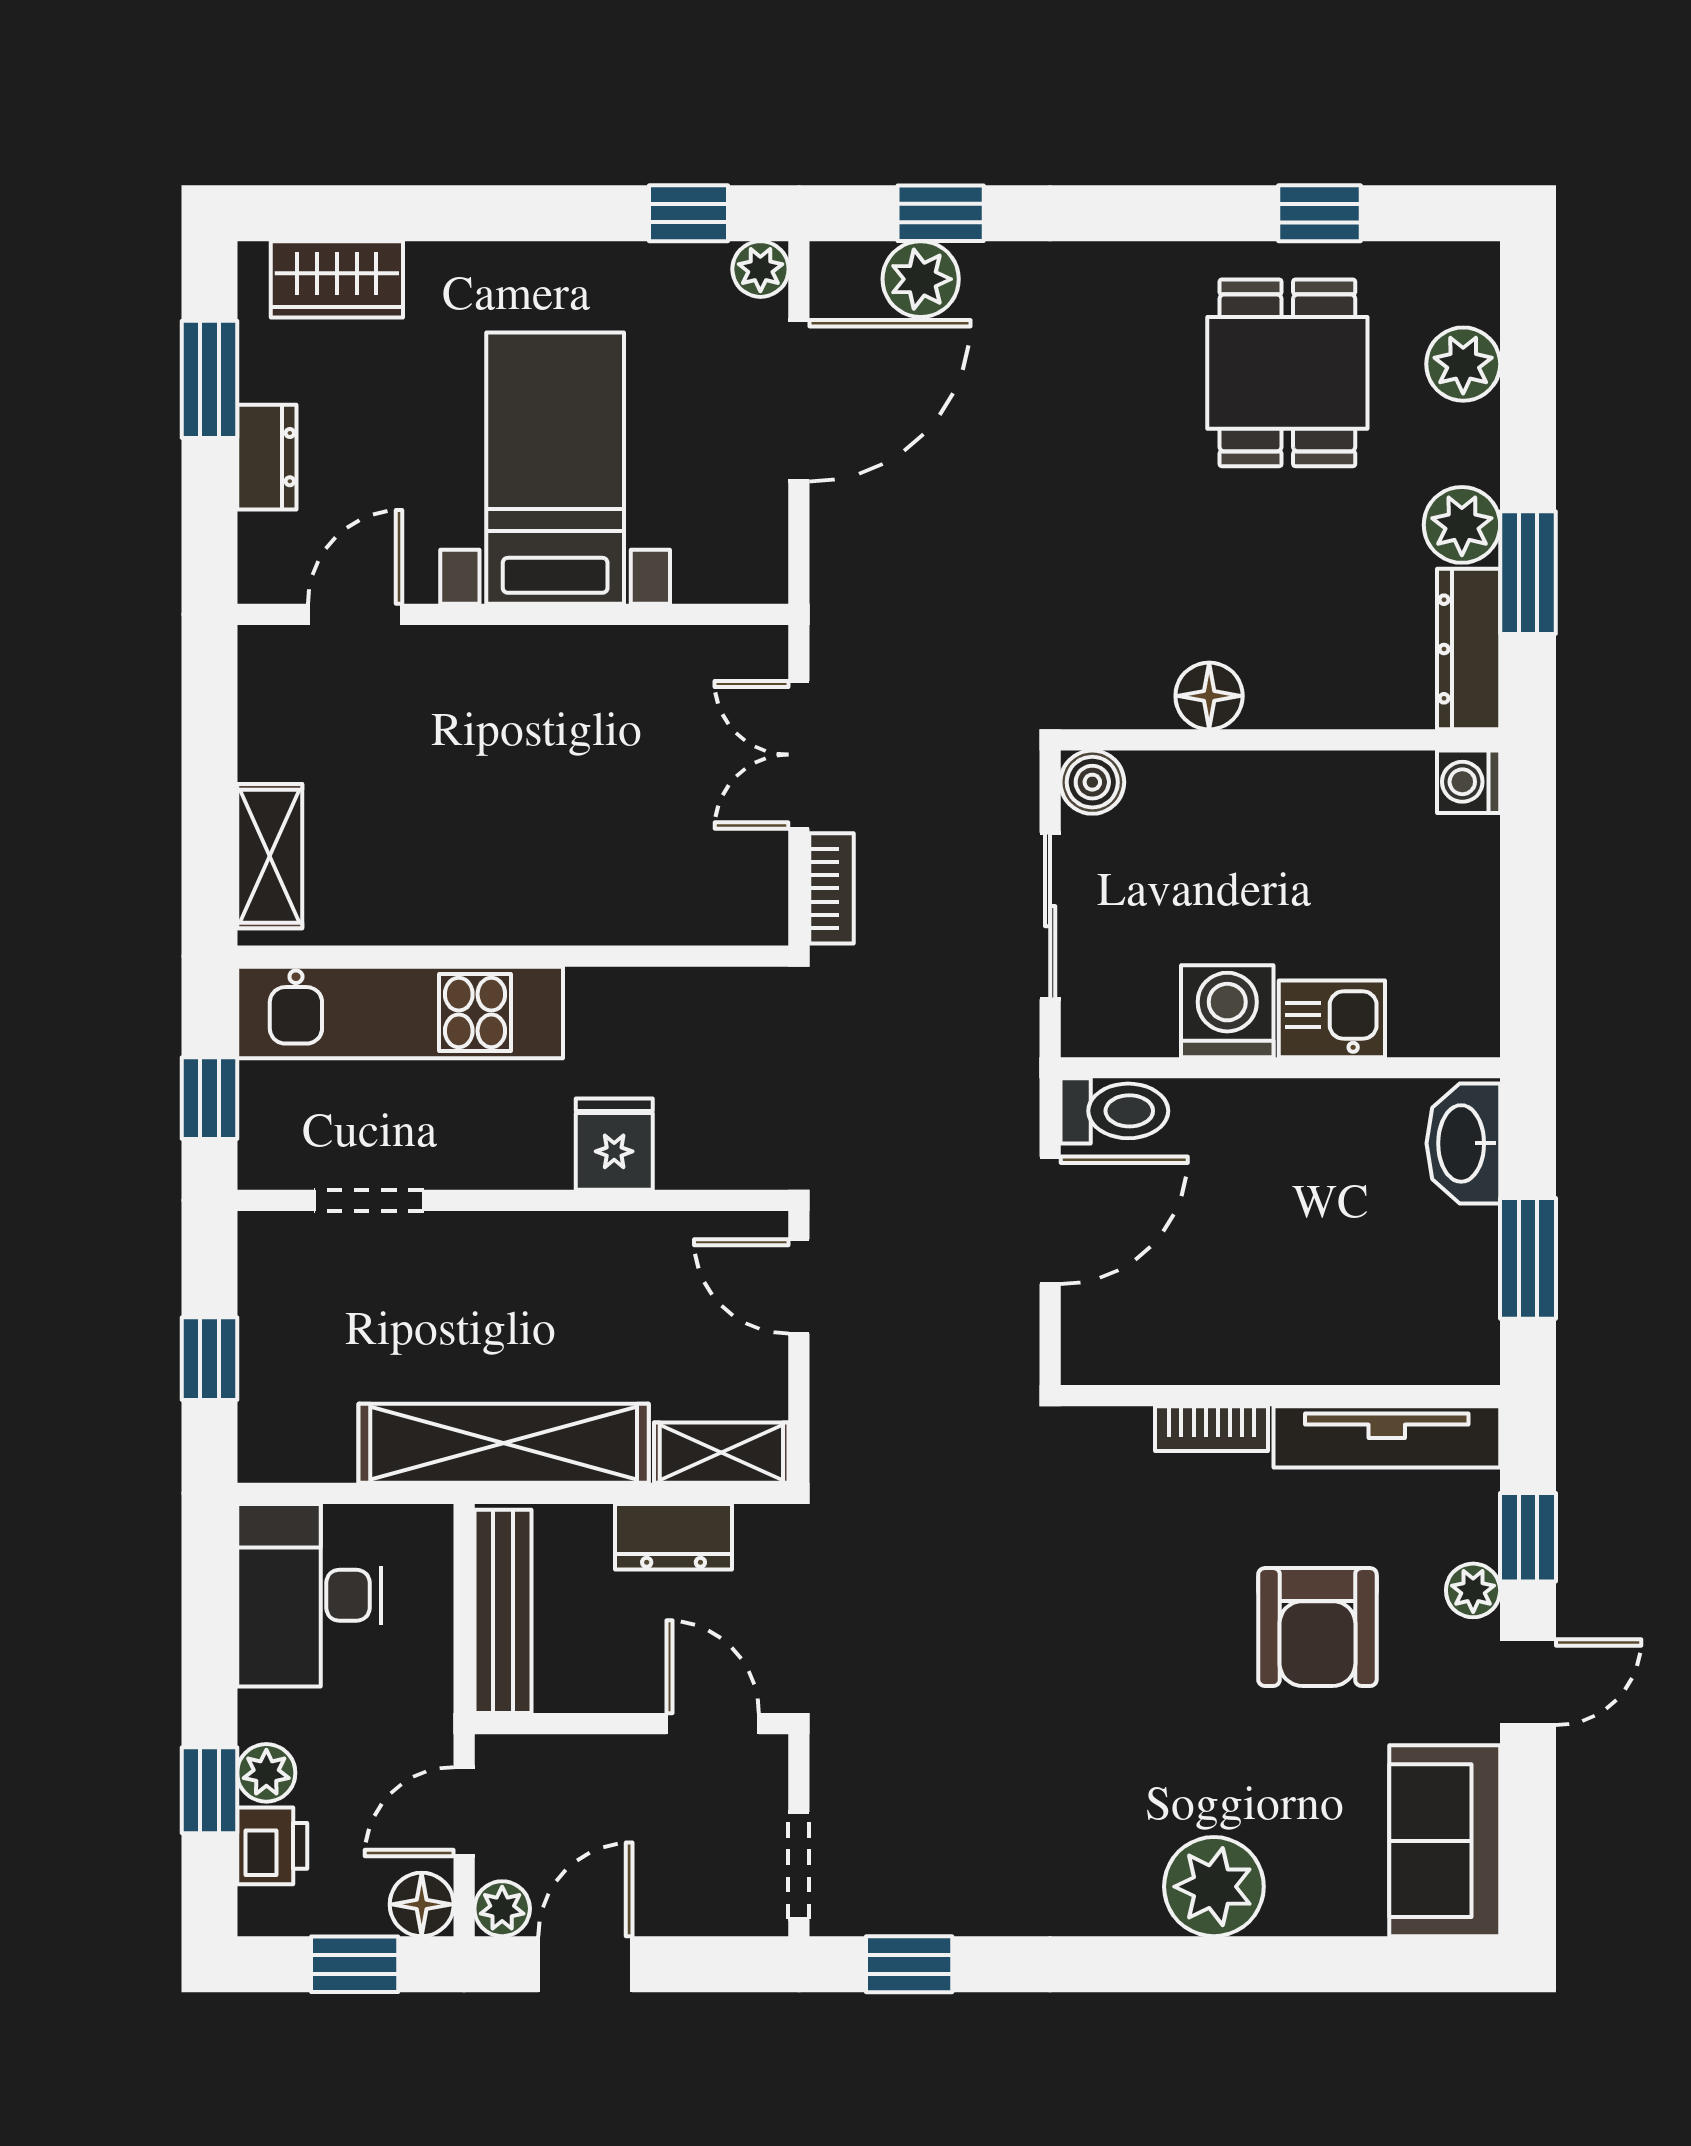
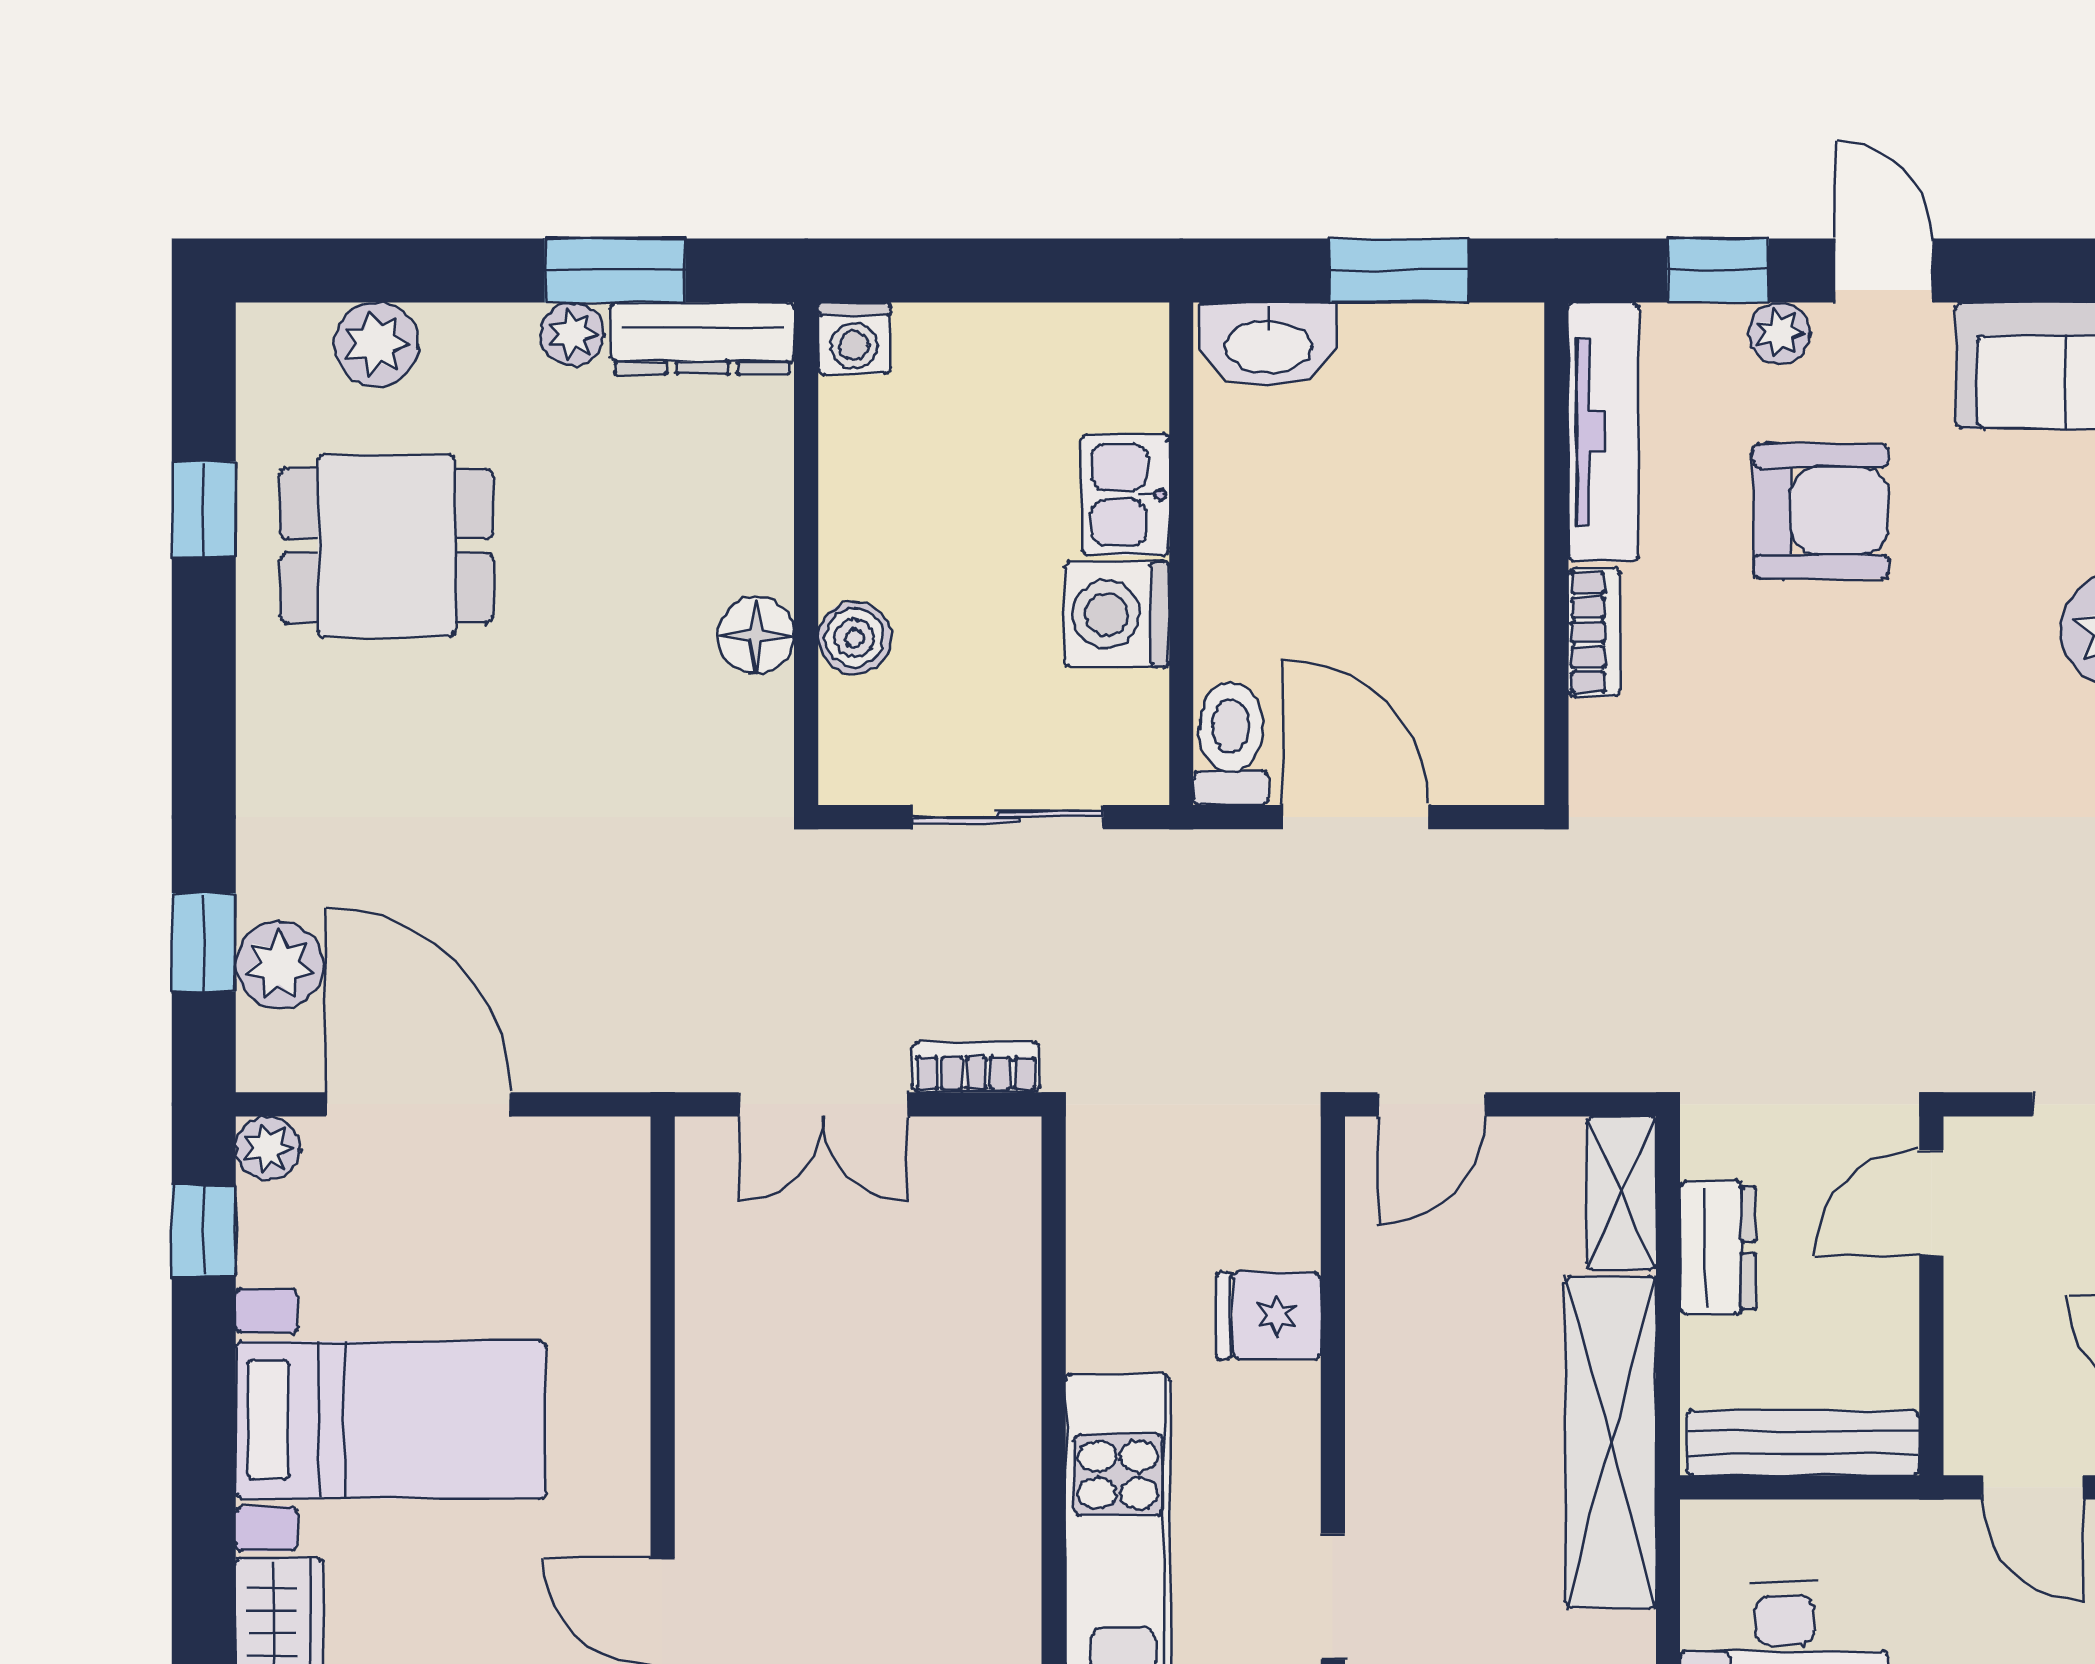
bed with nightstands: (555, 468) -> (391, 1420), moved, turned 180
plant: (1462, 525) -> (572, 334), width x0.73, depth x0.73
boiler: (1092, 782) -> (855, 638), moved

